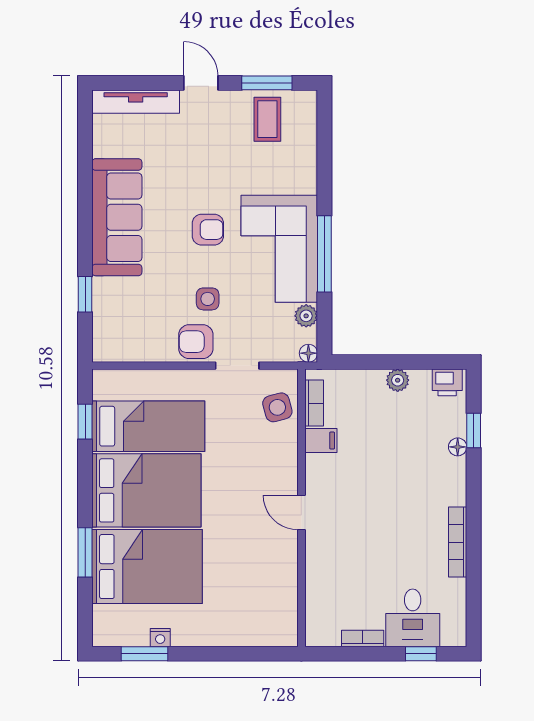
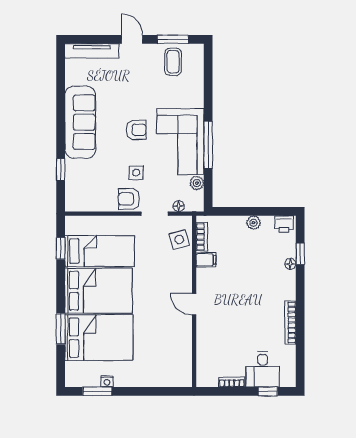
floor lamp: (308, 353) -> (179, 206), moved

